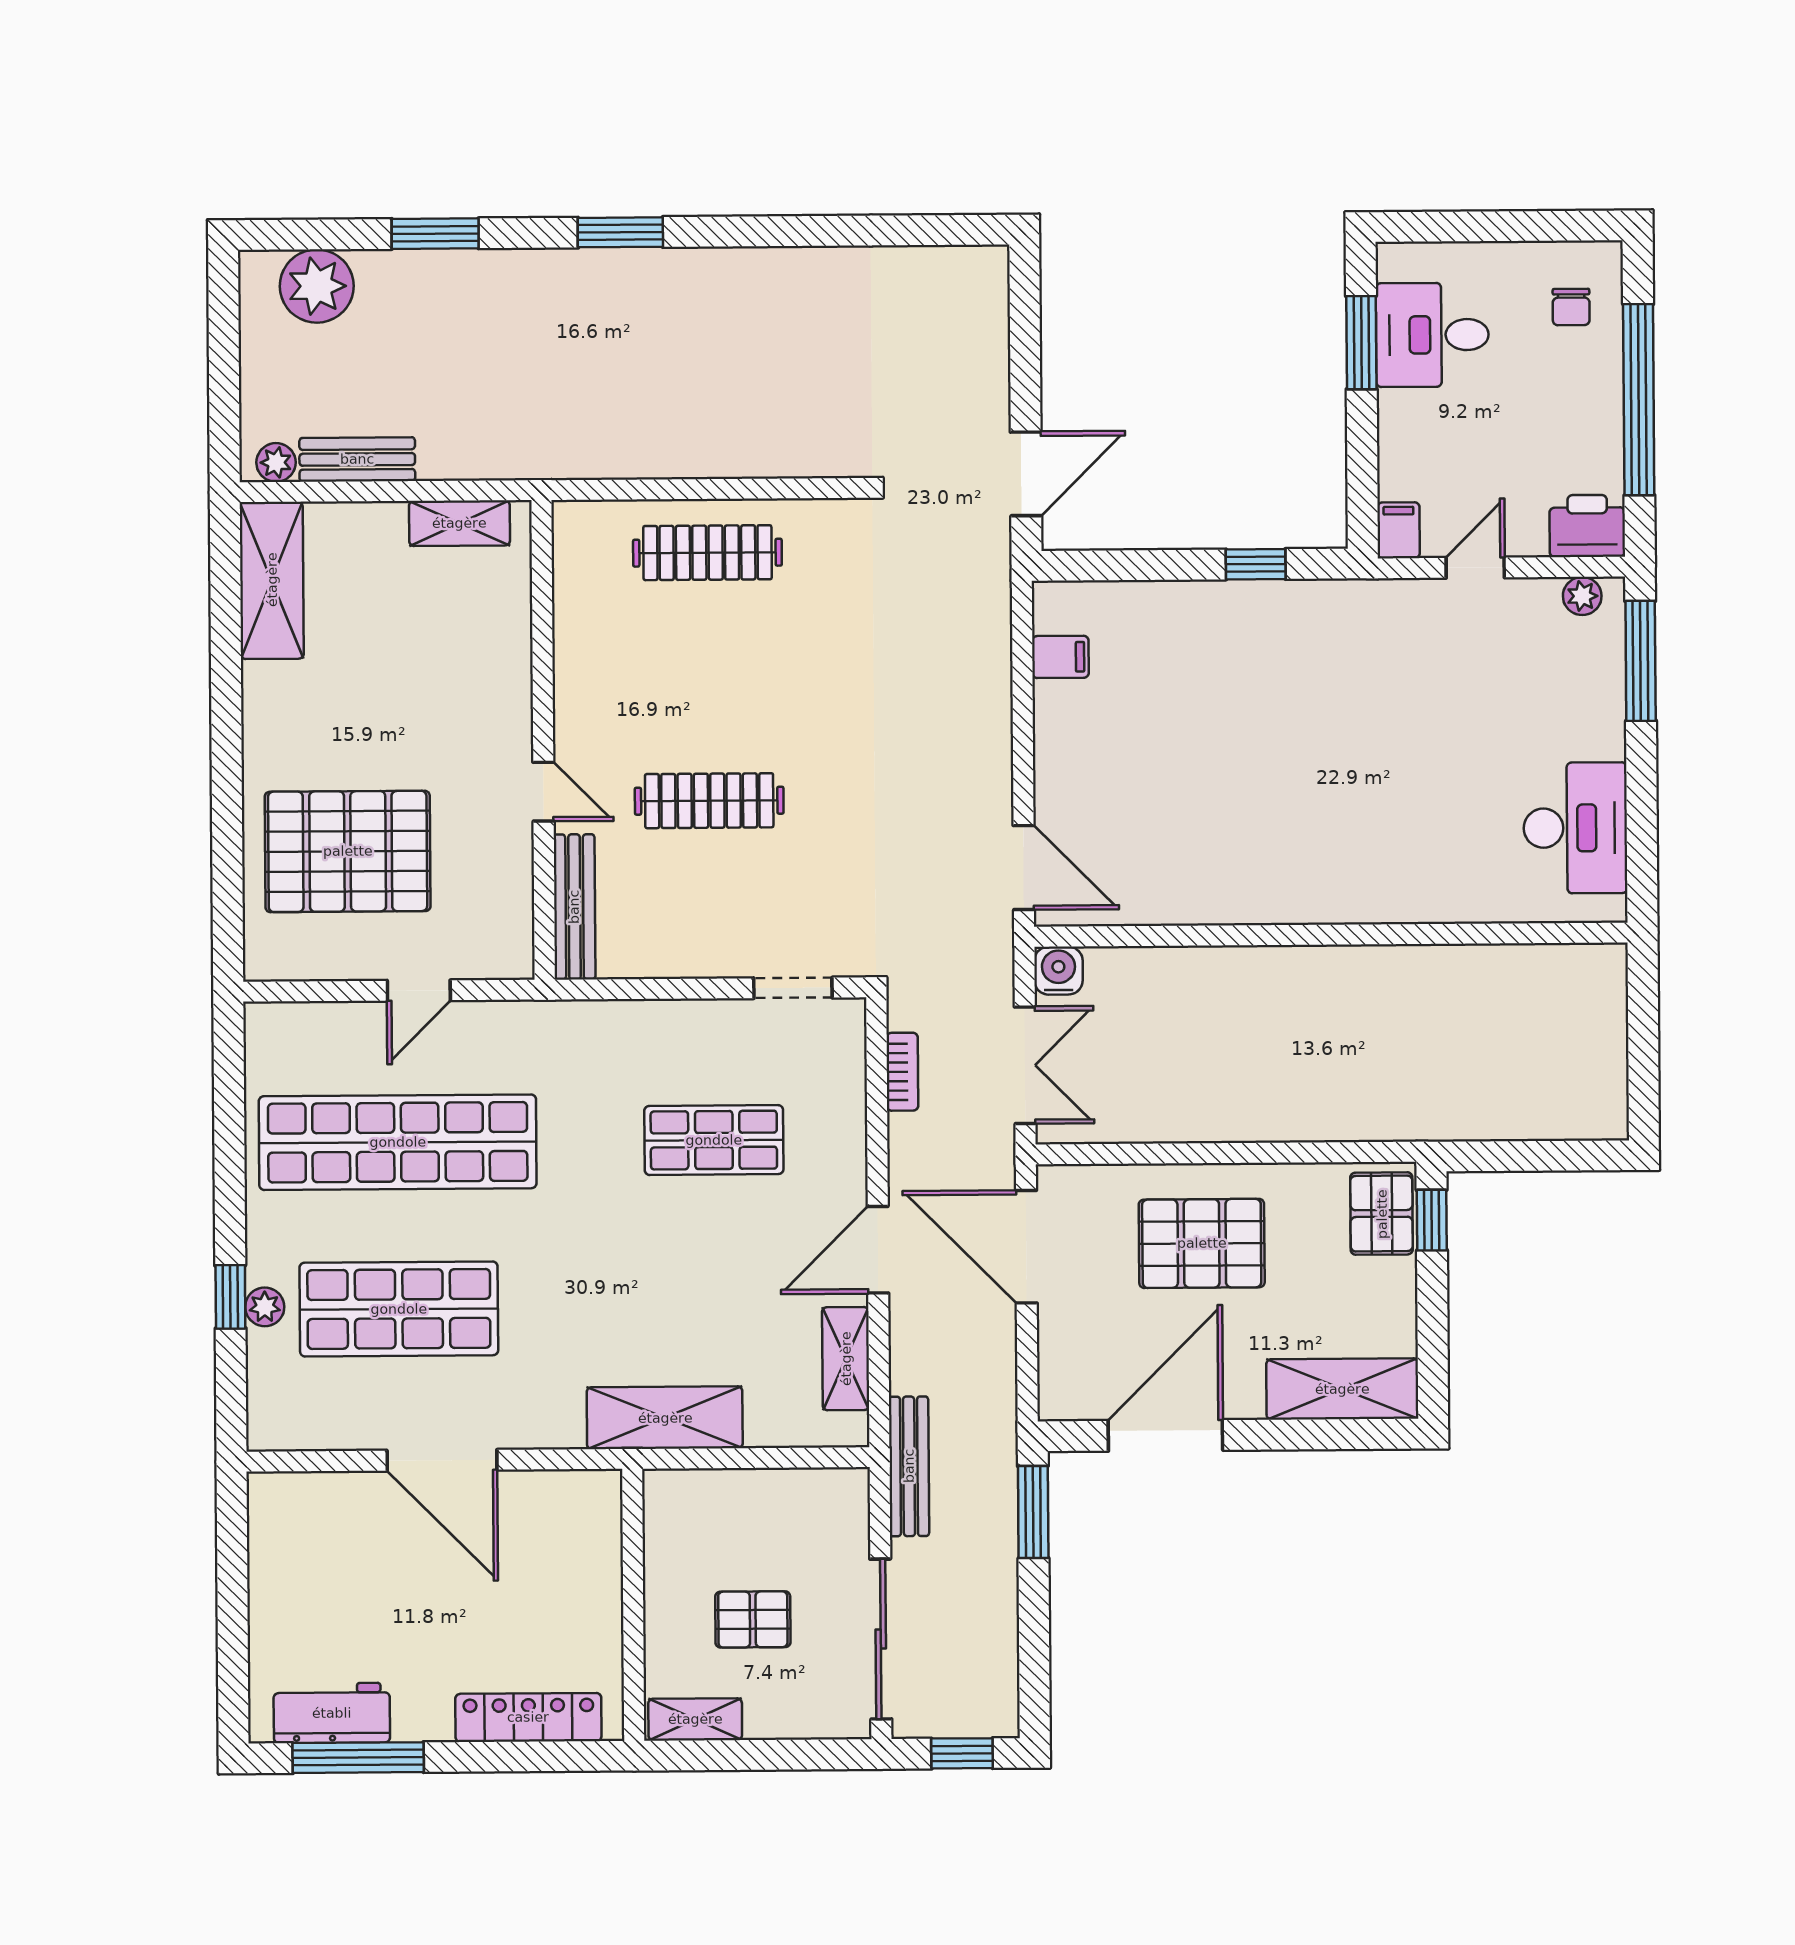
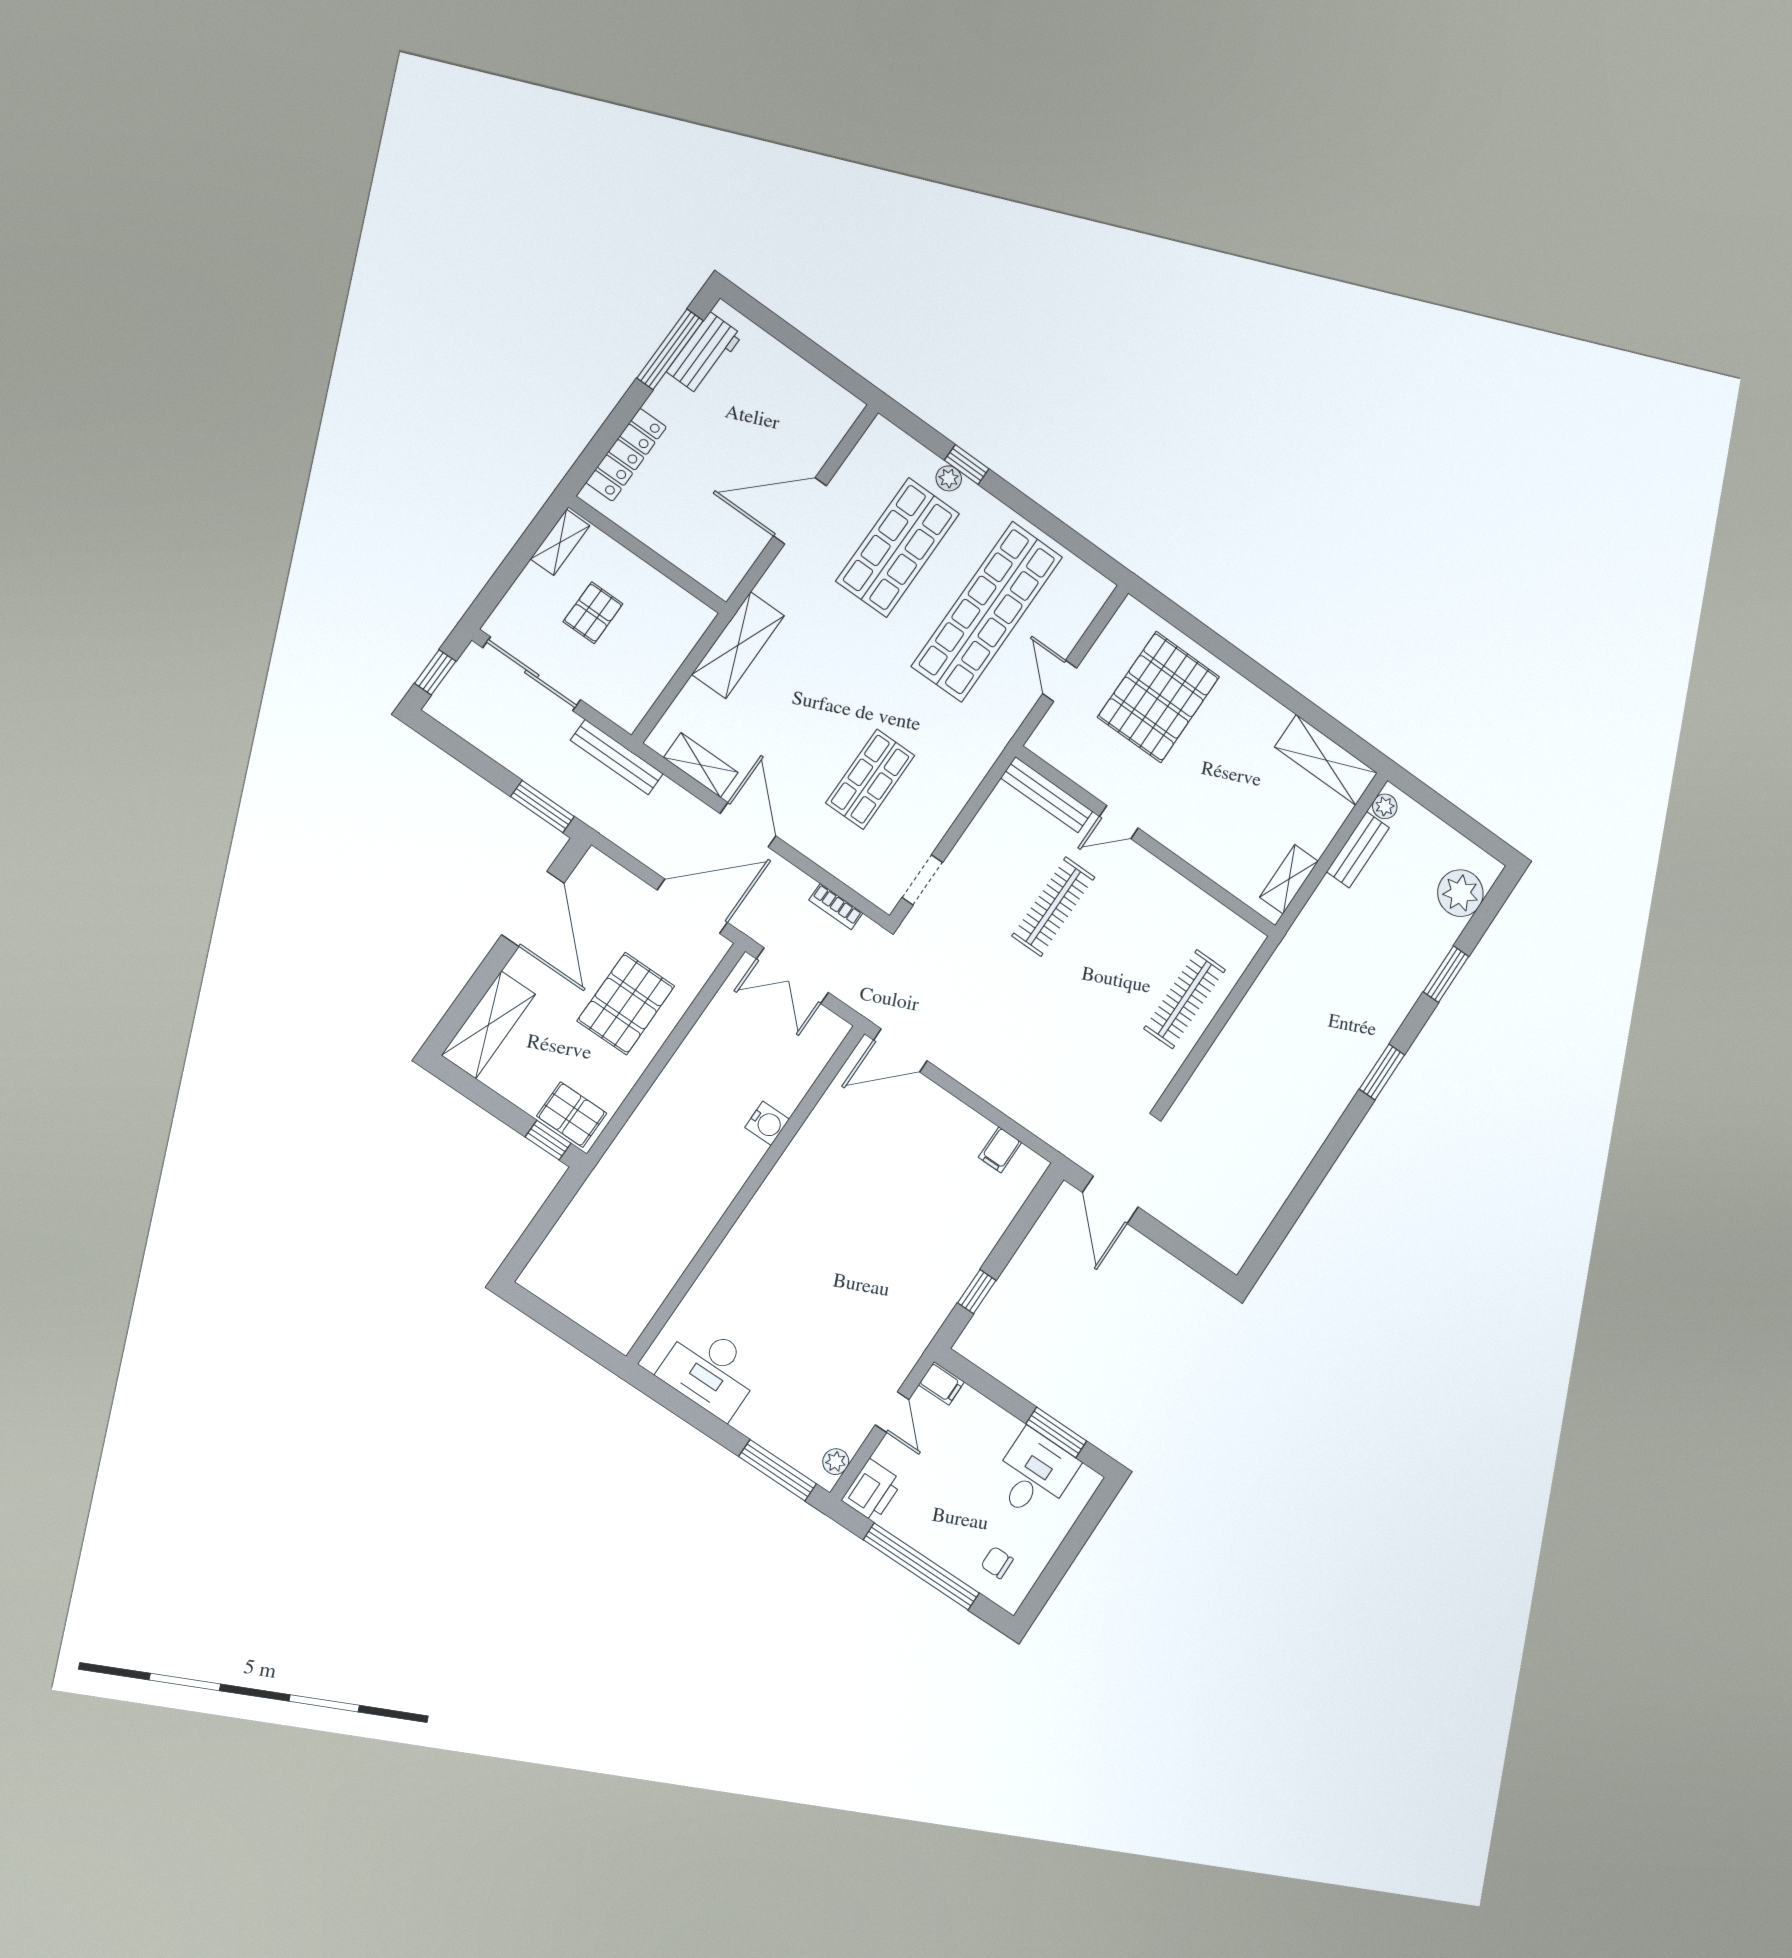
water cooler: (1058, 971) -> (767, 1123), moved

